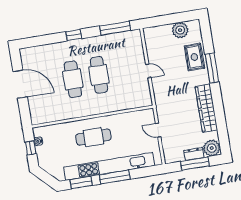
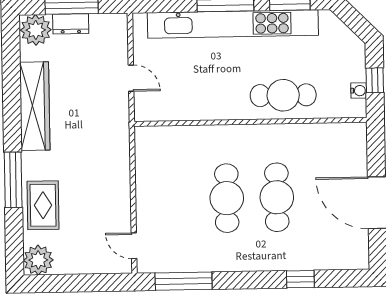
plant: (180, 30) -> (38, 260), moved
window: (74, 35) -> (300, 279), moved
door: (148, 71) -> (134, 246), moved
cafe table: (93, 137) -> (283, 95), moved

